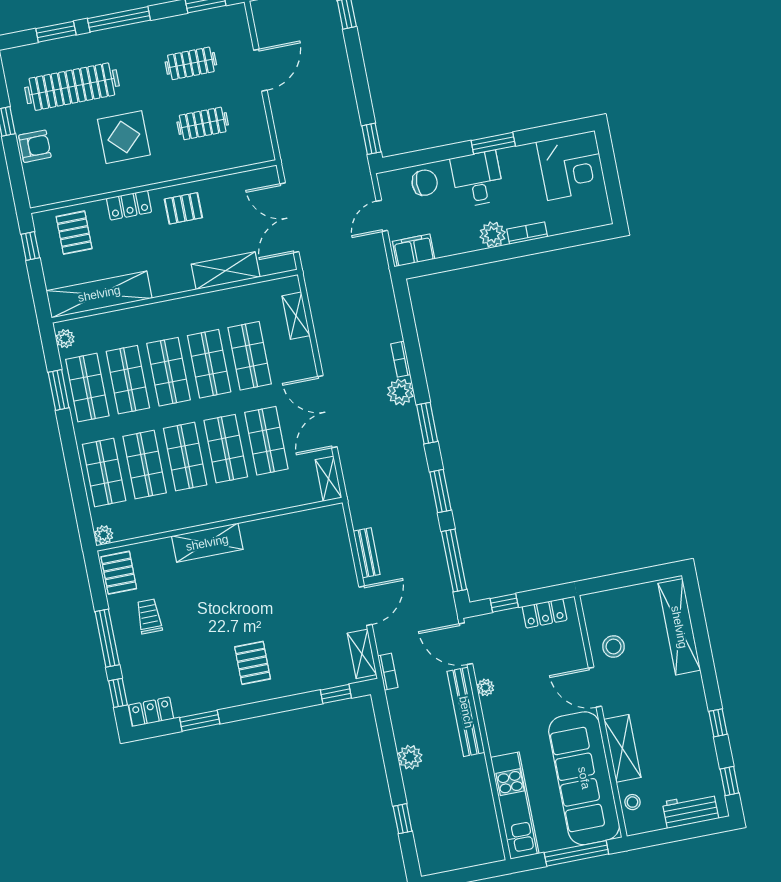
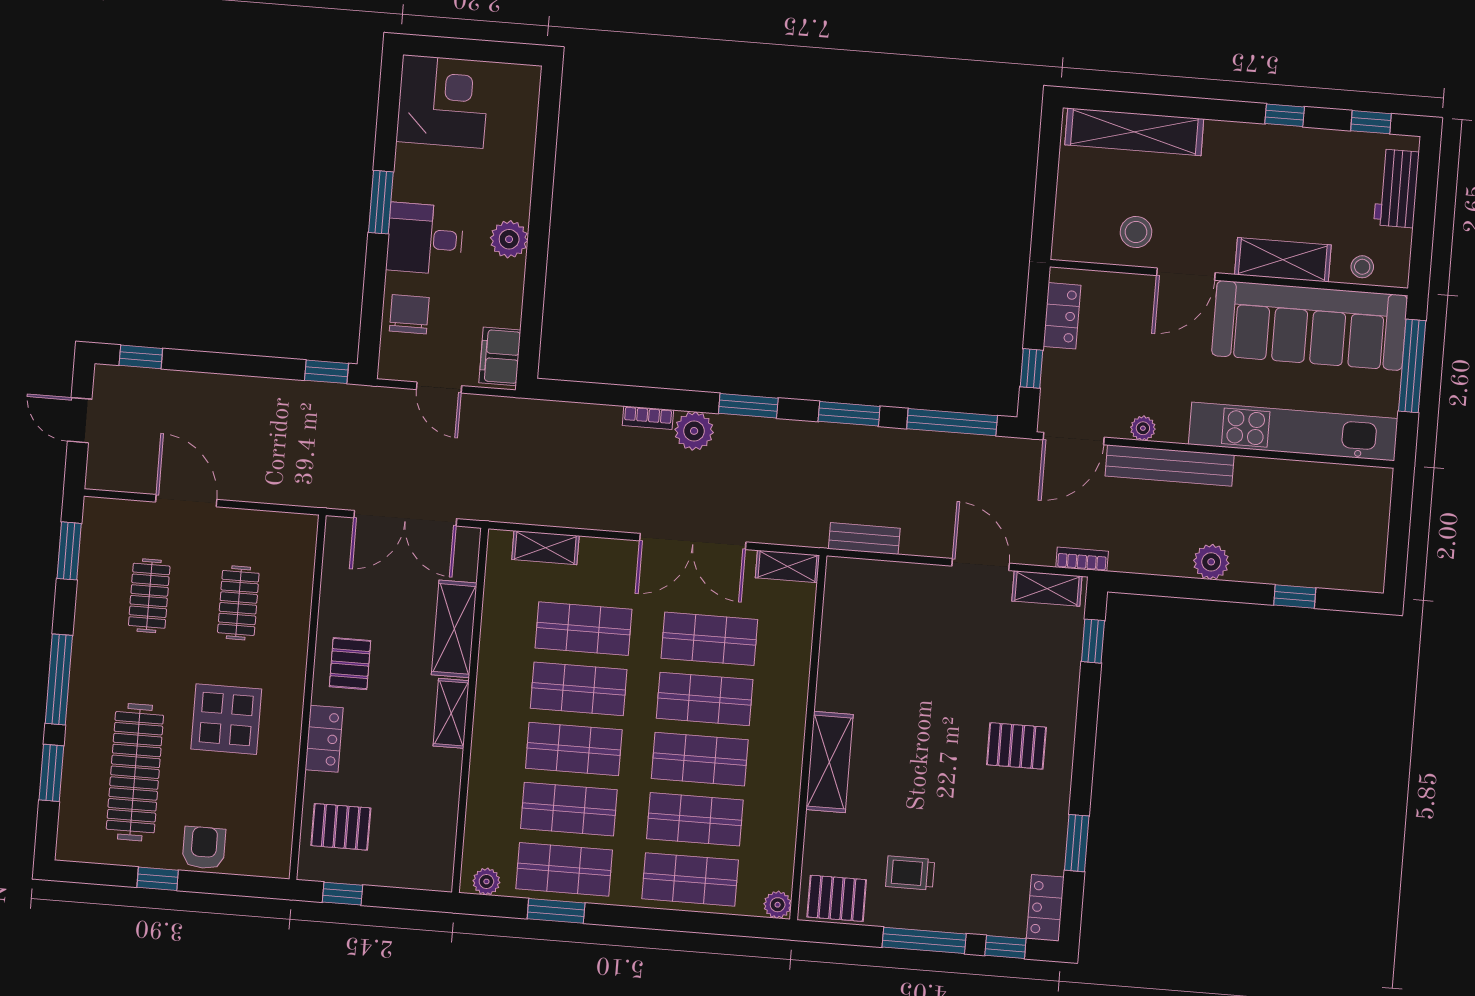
bookcase: (527, 233) -> (521, 190), removed
shelving: (99, 294) -> (451, 713), moved, width x0.45, depth x0.75
bench: (367, 553) -> (864, 539), moved
kitchen unit: (515, 806) -> (1293, 431), width x1.36

